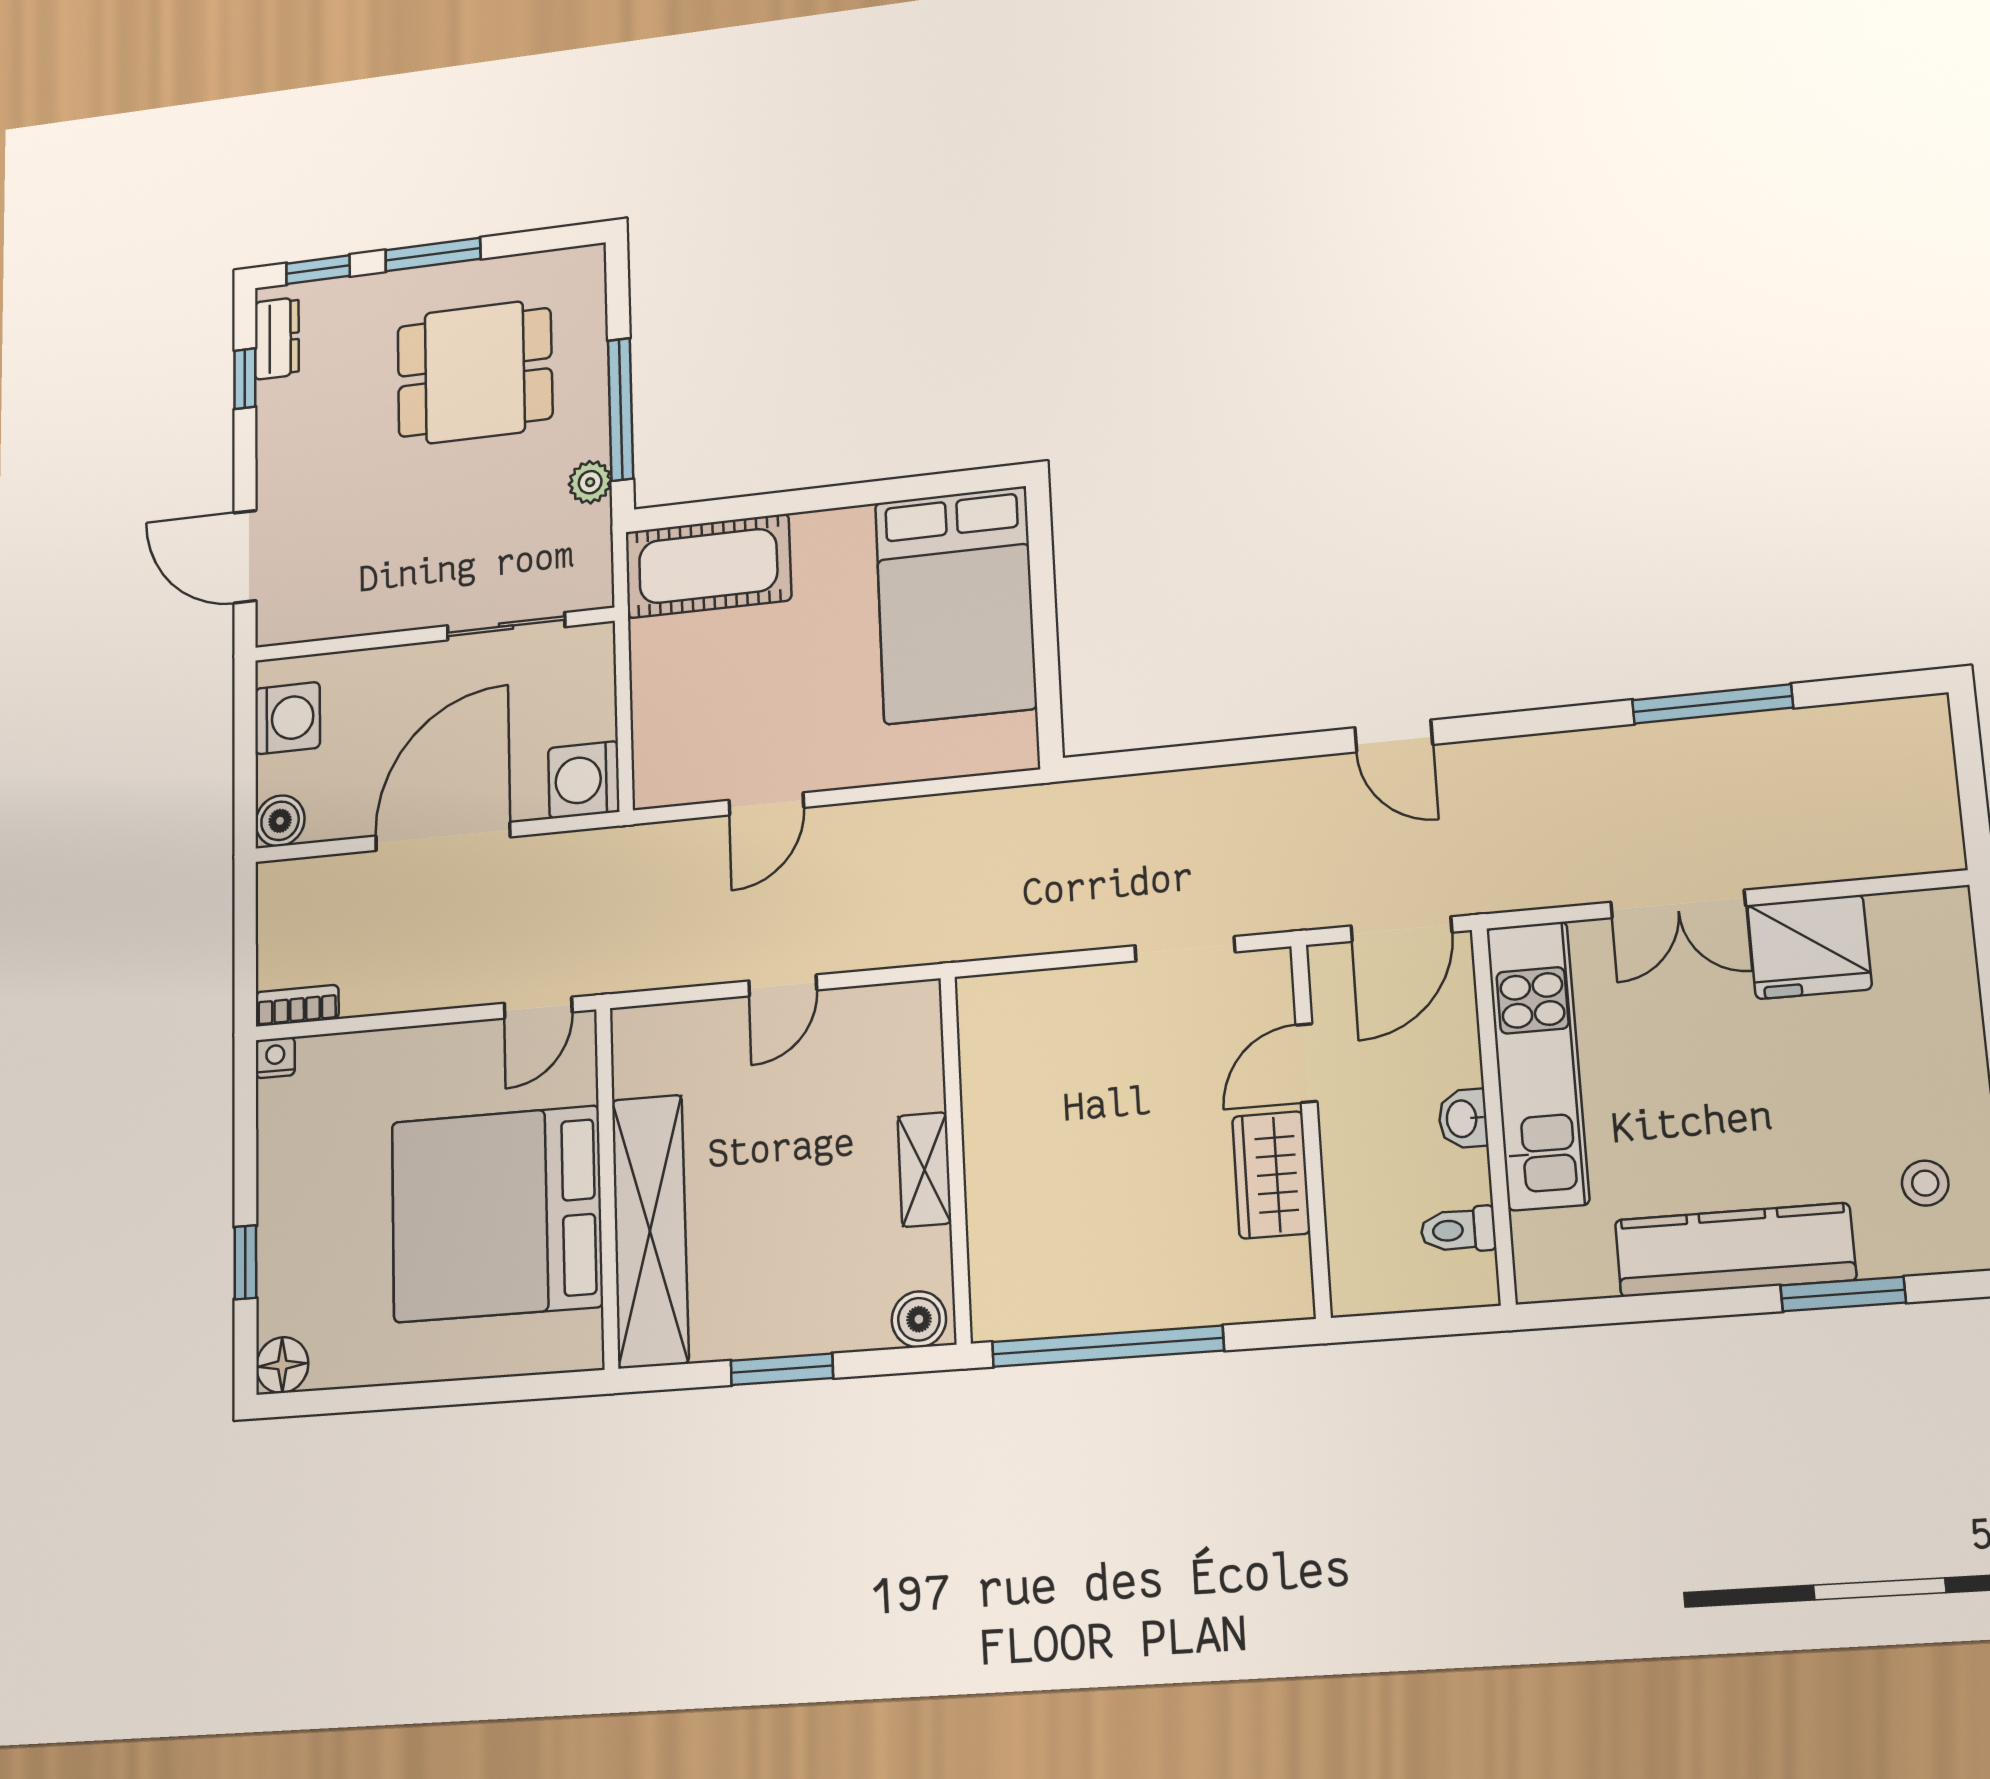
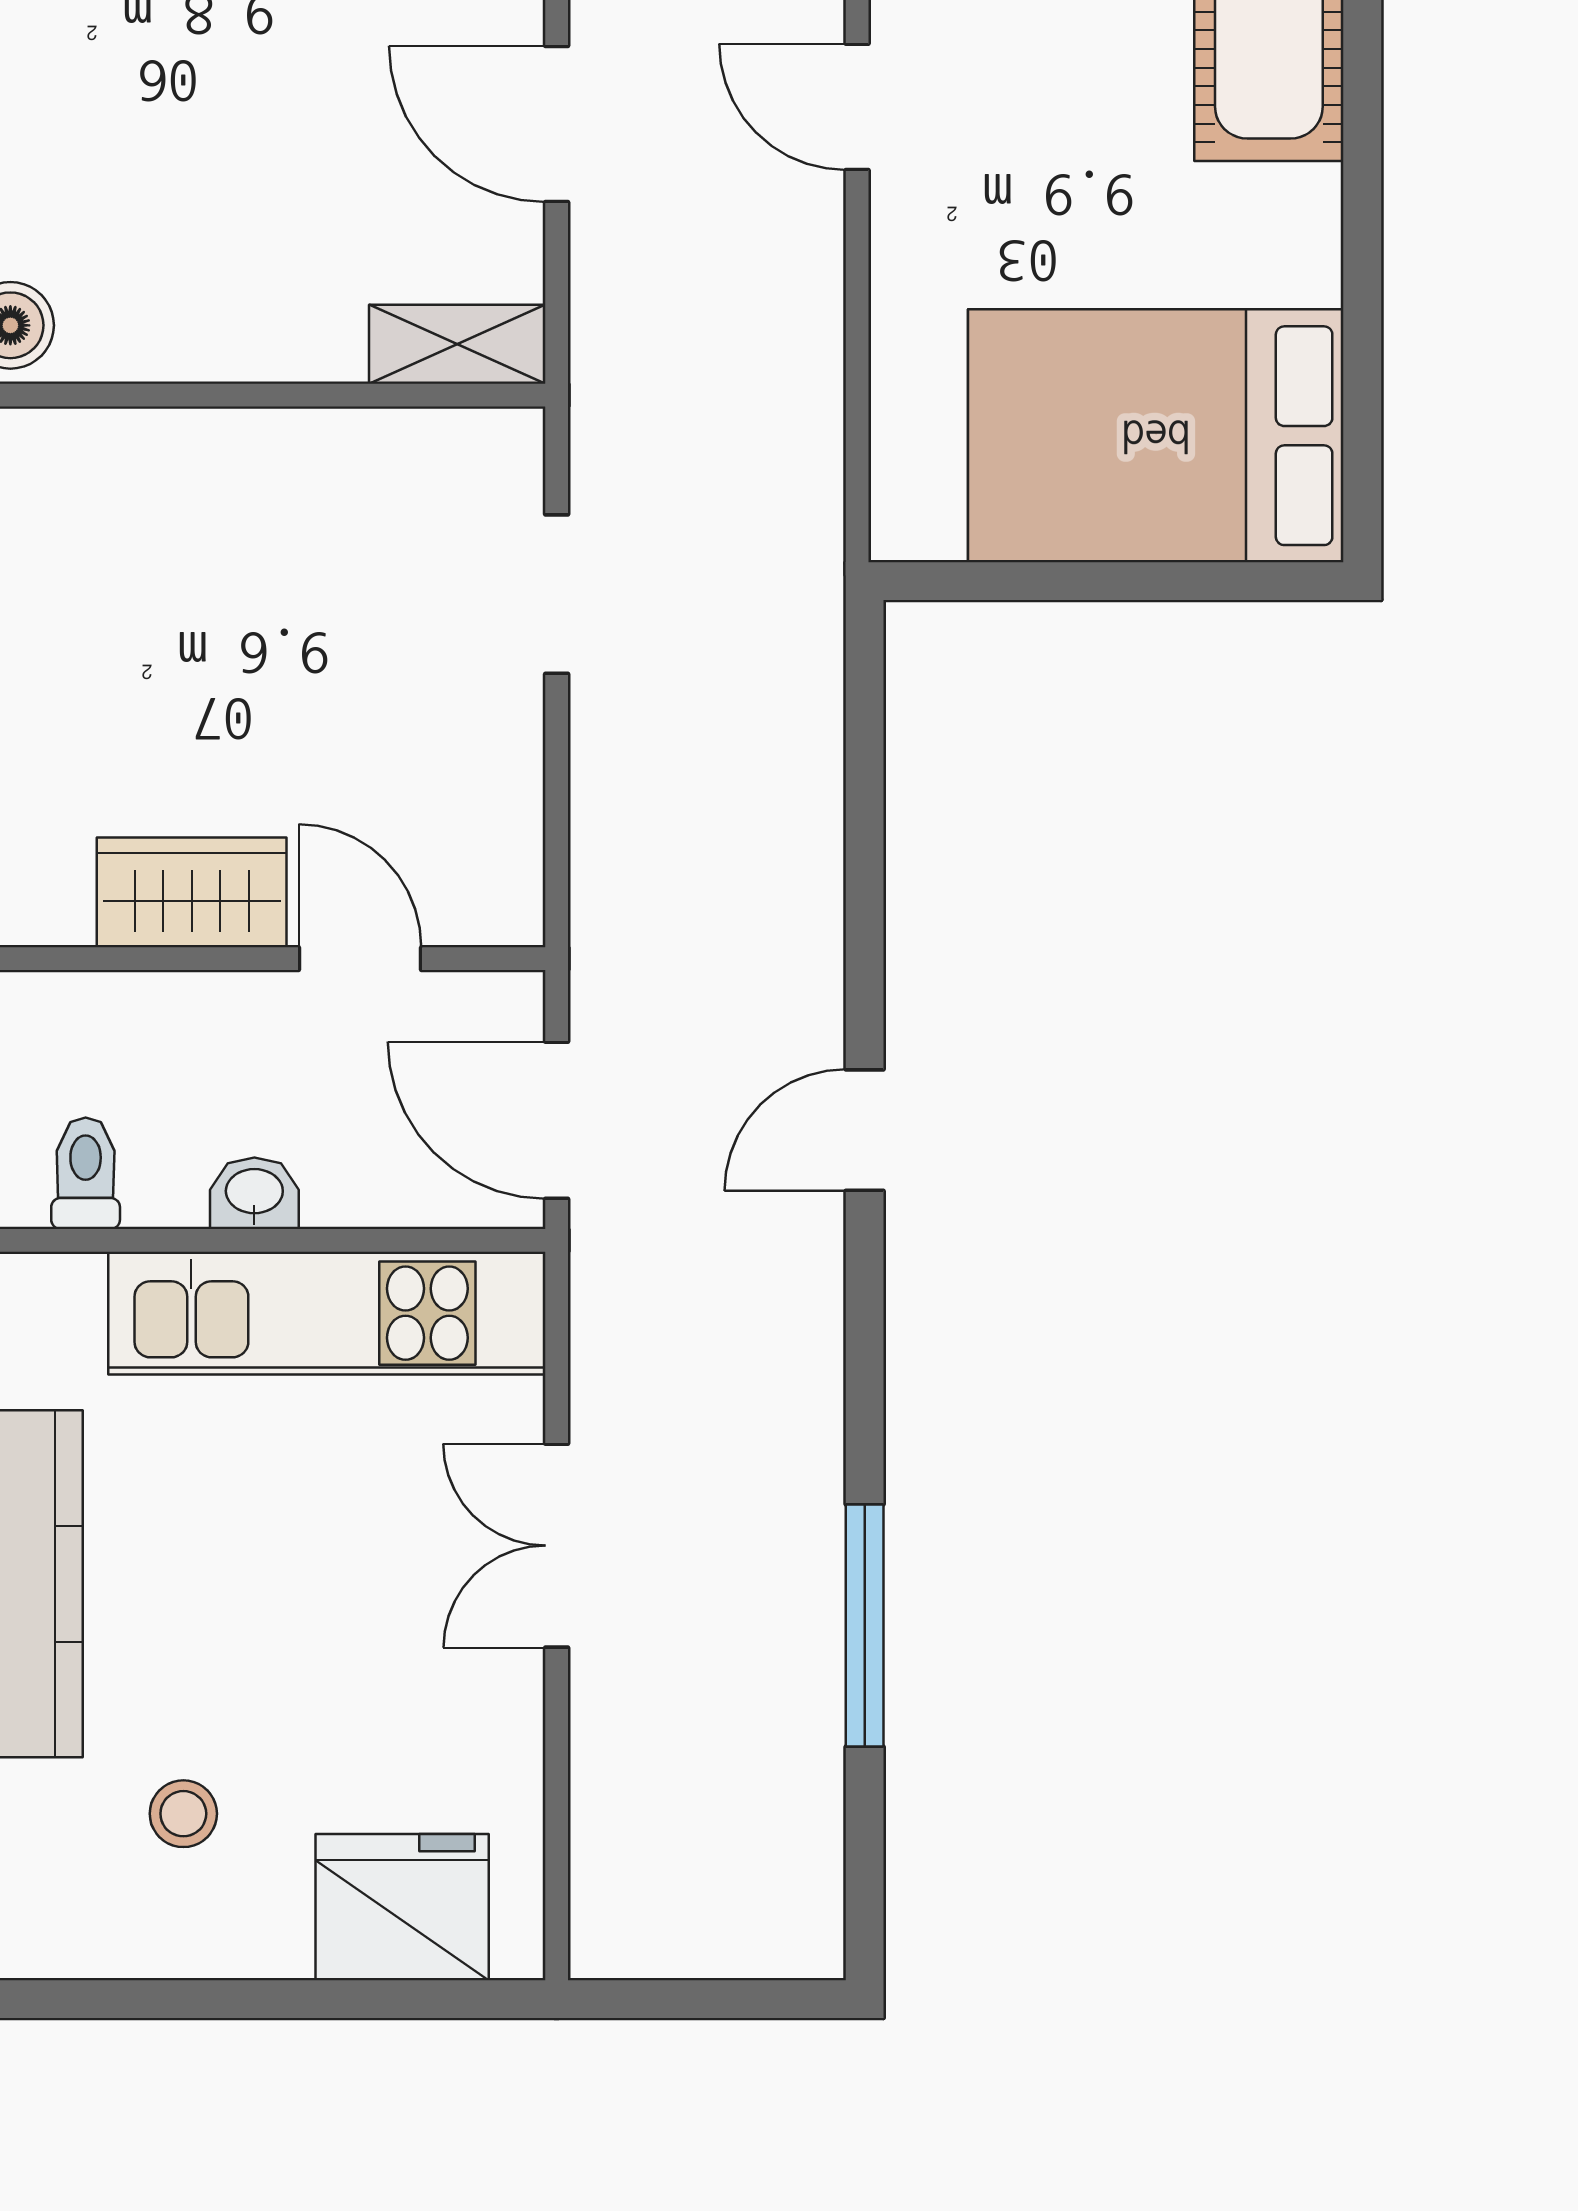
fridge: (1809, 947) -> (402, 1907), moved, turned 90
doorway: (1185, 949) -> (557, 594), moved
door: (783, 985) -> (557, 124), width x1.38
shelving: (924, 1170) -> (457, 344), moved
stool: (1925, 1183) -> (183, 1814), moved

